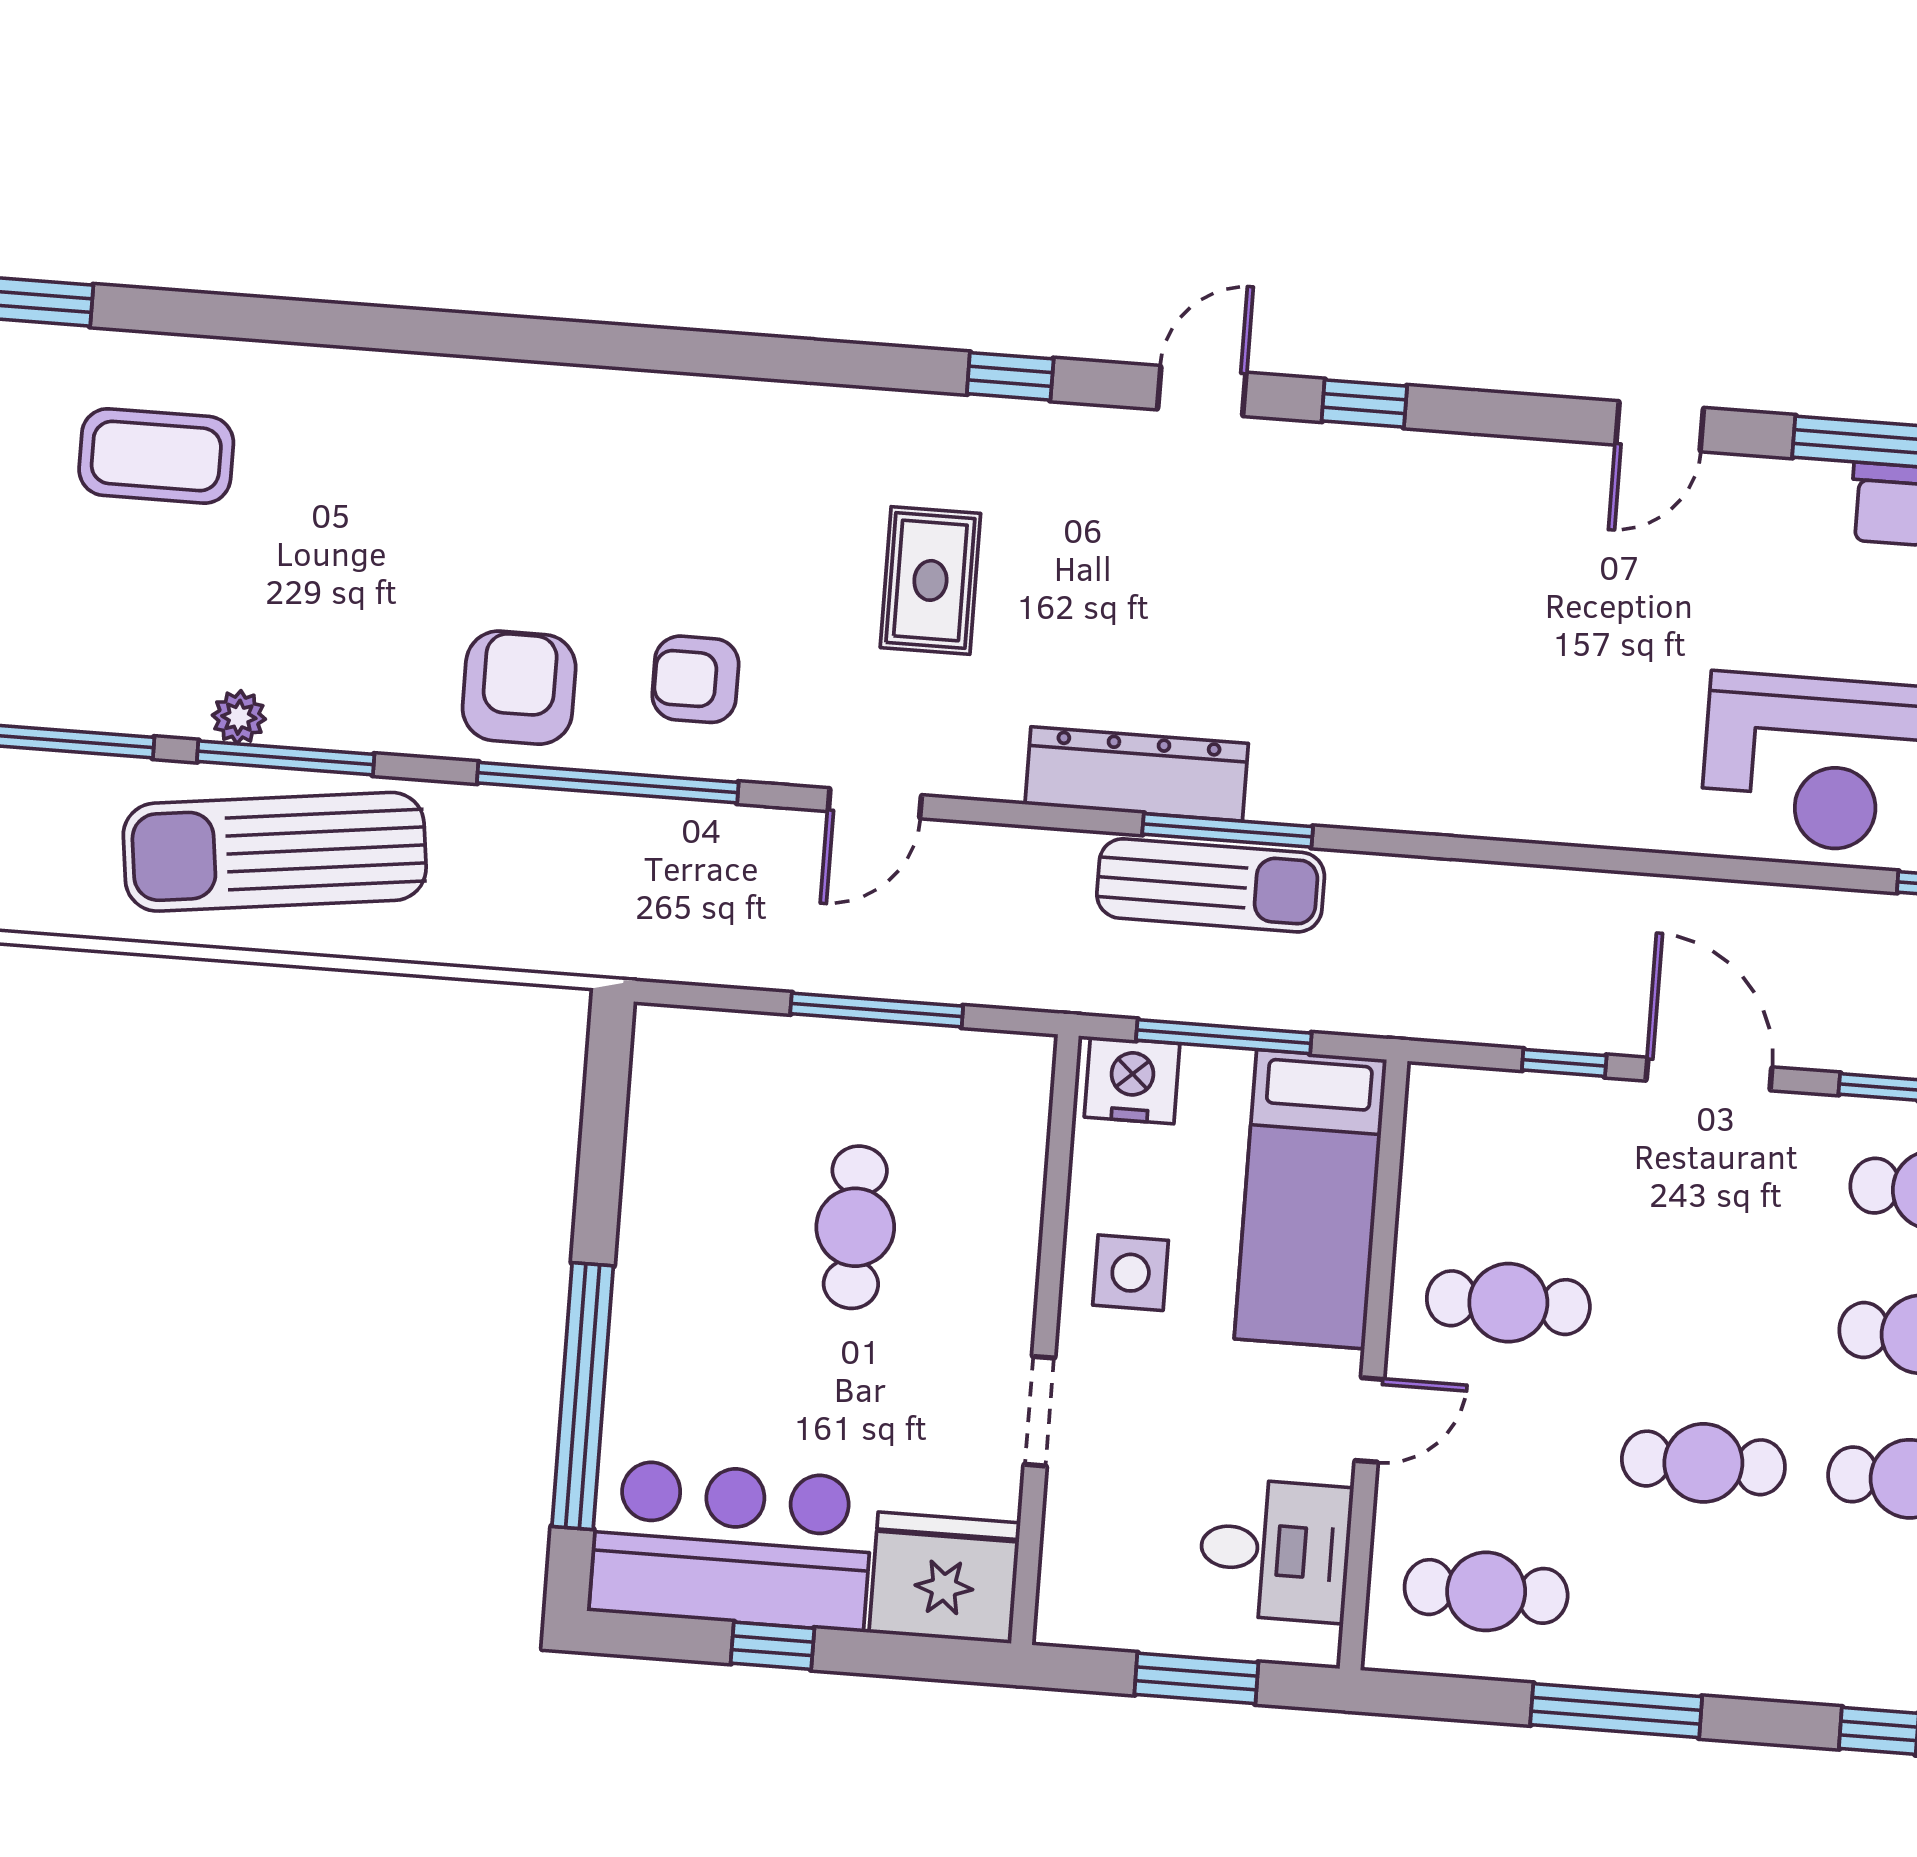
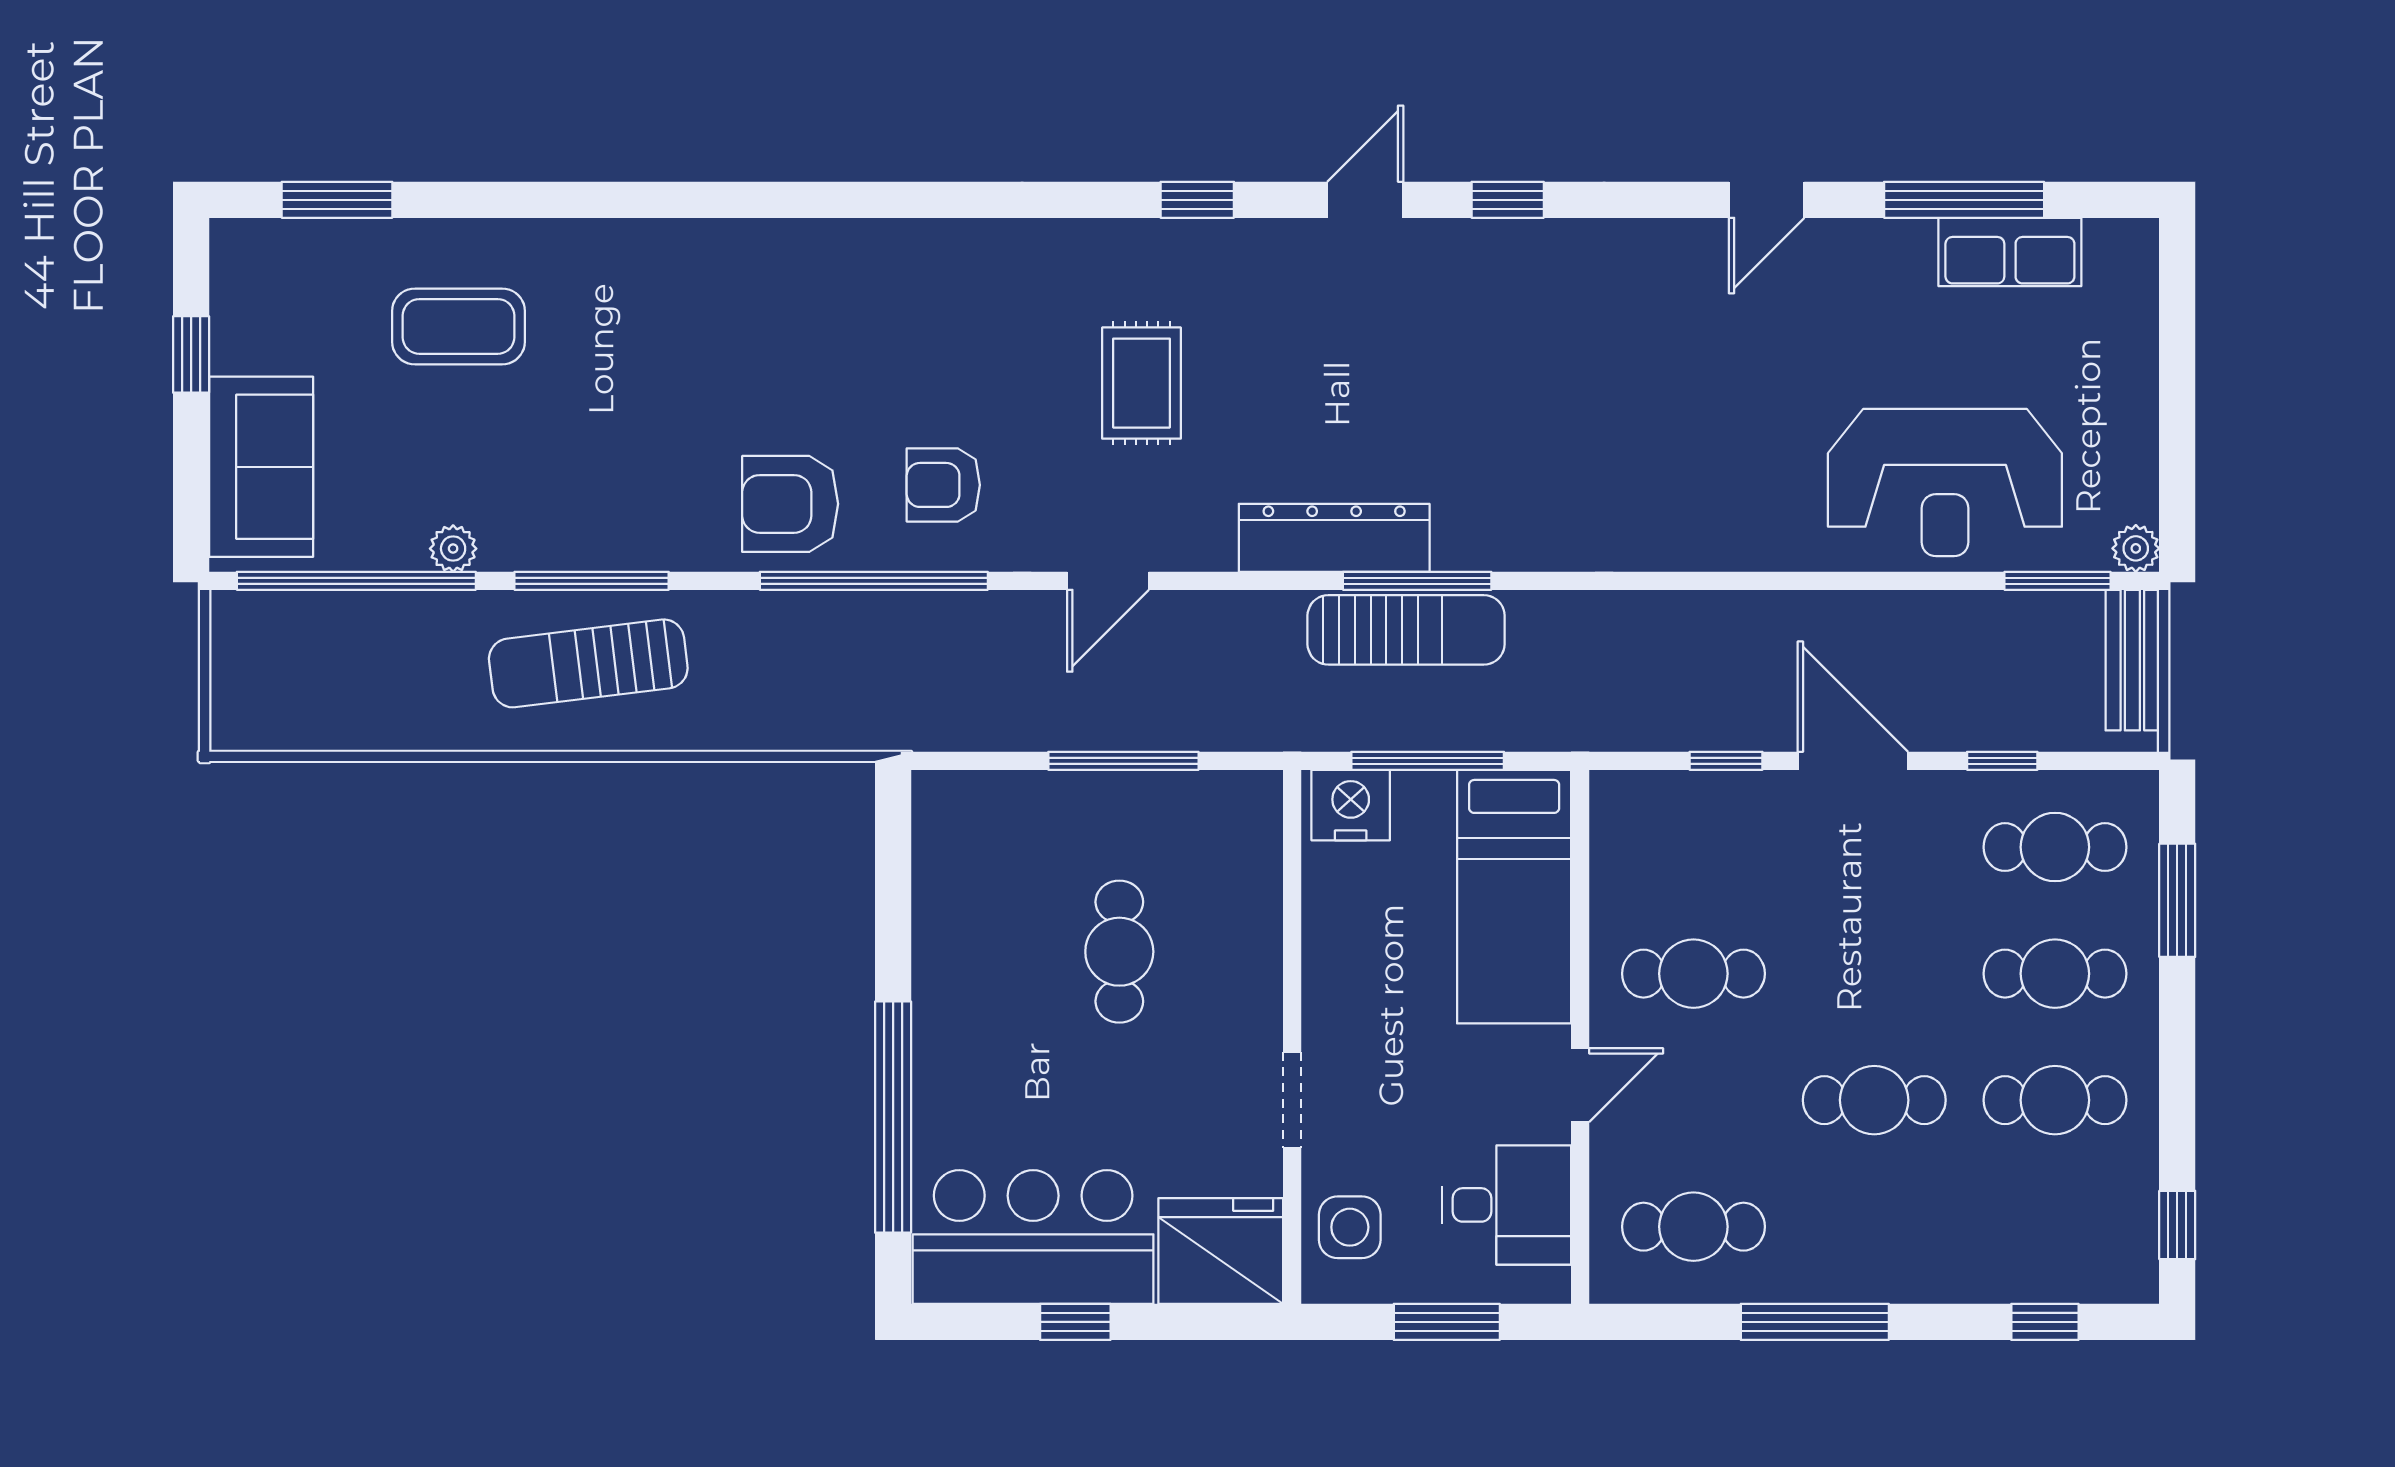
armchair: (519, 688) -> (790, 504), turned -90
plant: (239, 717) -> (453, 549), moved
sun lounger: (275, 852) -> (588, 663), width x0.73, depth x0.75
side table: (1131, 1273) -> (1350, 1227), moved

